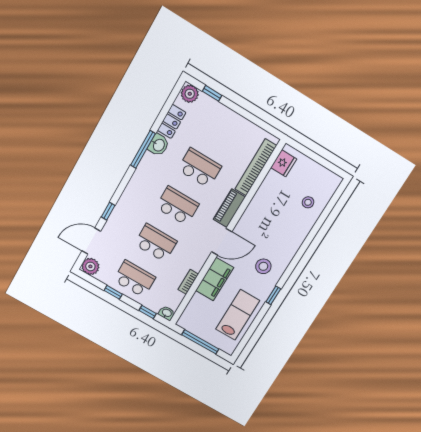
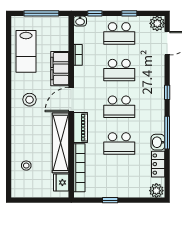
window: (212, 93) -> (110, 200), moved
shelving: (259, 205) -> (61, 143), added
window: (108, 211) -> (167, 92), moved
window: (273, 295) -> (9, 82), removed

